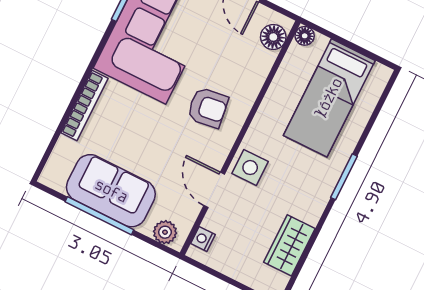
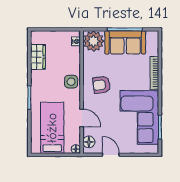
armchair: (208, 108) -> (102, 85), moved
door: (214, 190) -> (82, 118), moved
plant: (165, 232) -> (93, 41), width x1.87, depth x1.87

